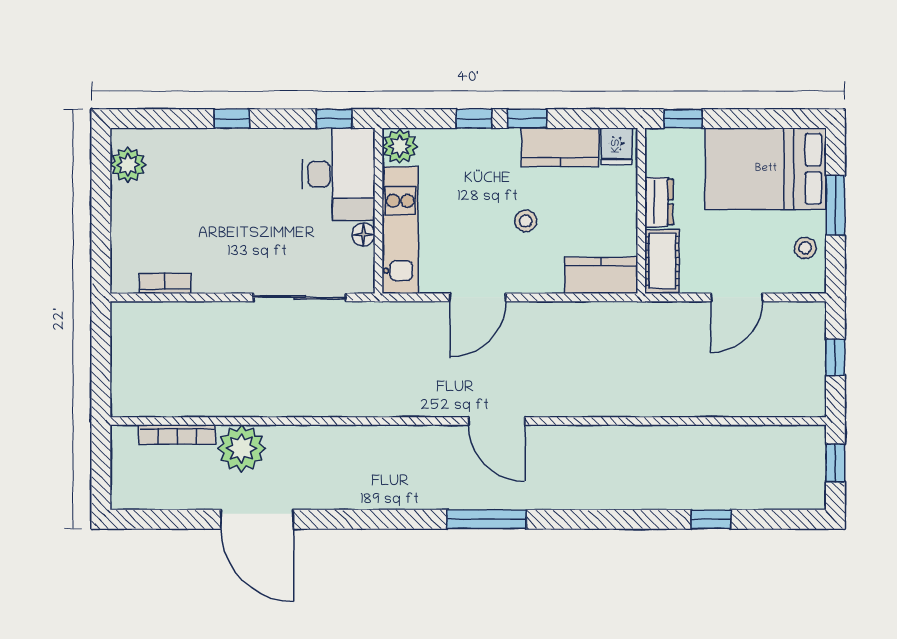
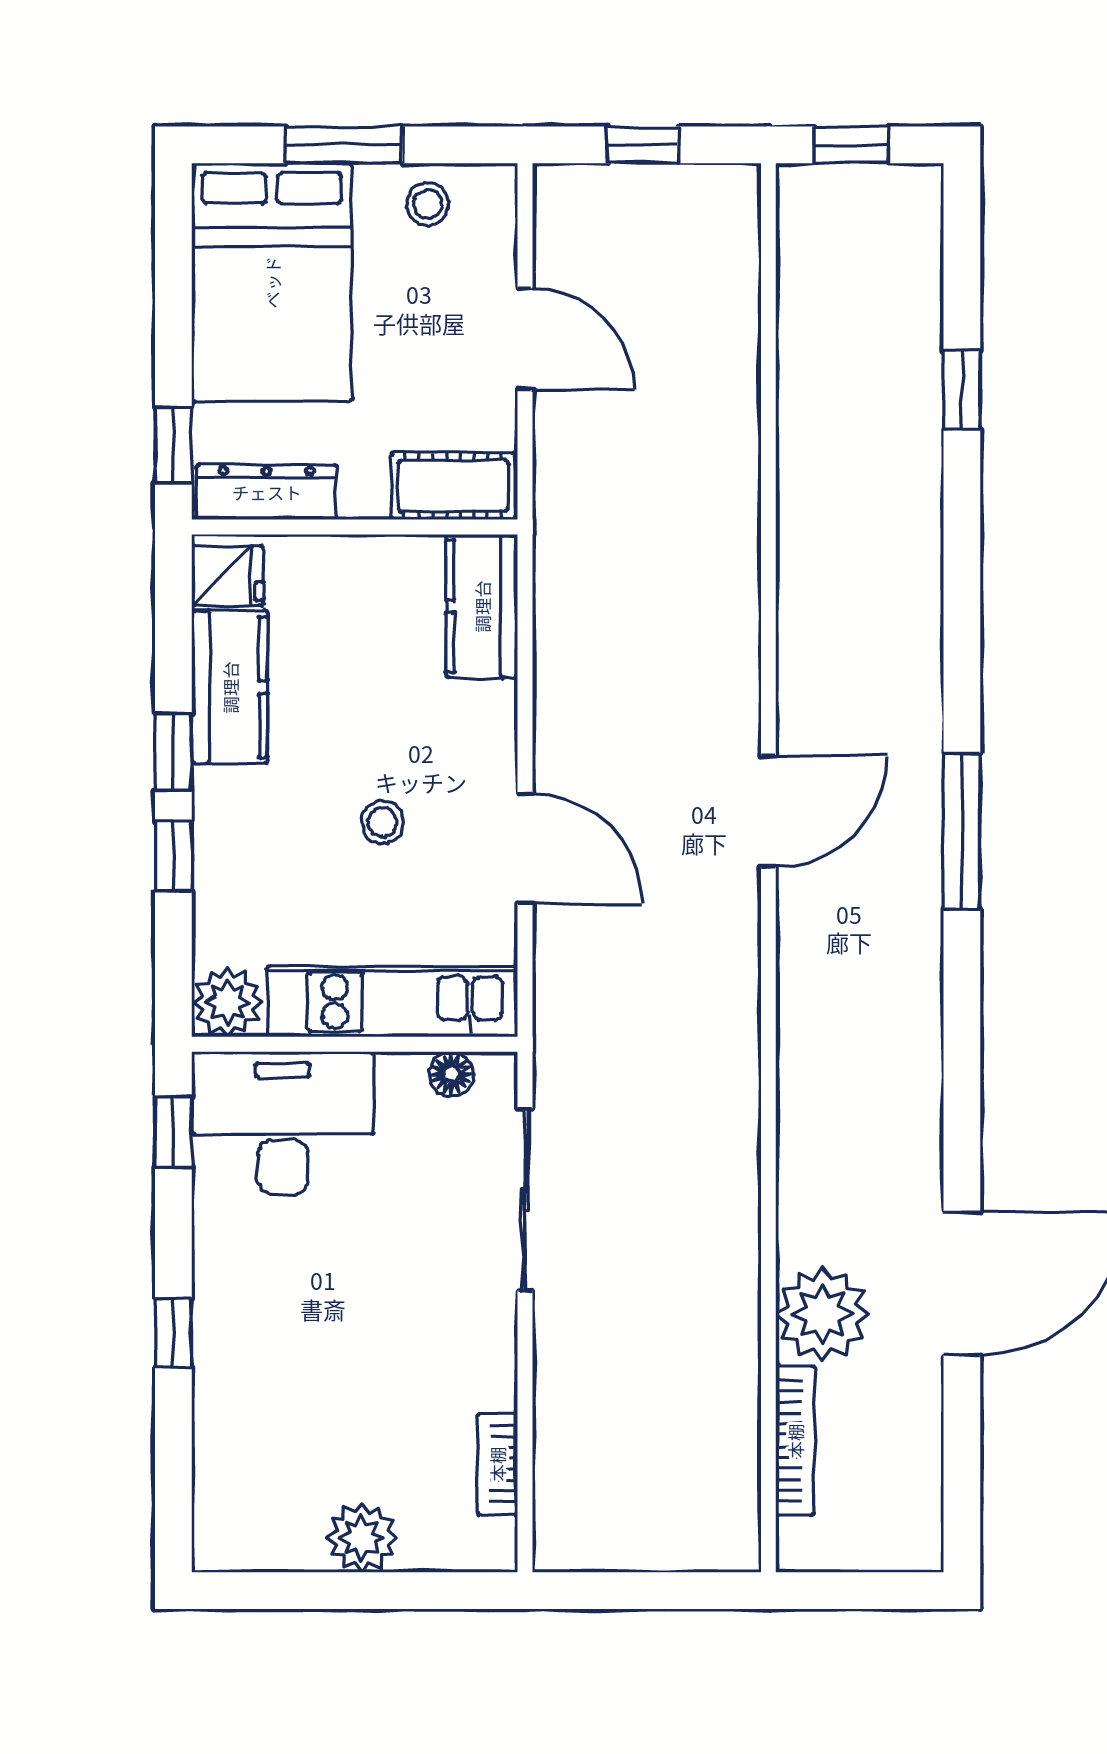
plant: (128, 165) -> (362, 1537), moved
dresser: (659, 202) -> (267, 492), moved, width x1.44
stool: (526, 221) -> (383, 822), moved
floor lamp: (363, 234) -> (451, 1074), moved

